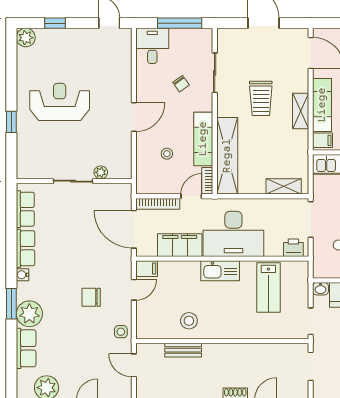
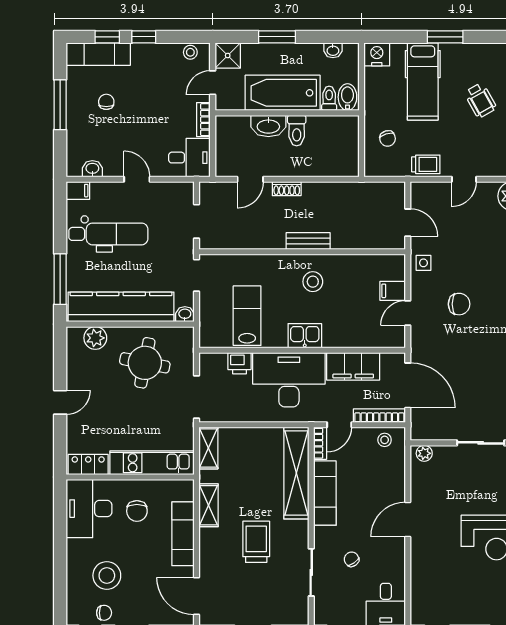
shelving: (301, 111) -> (209, 505), moved
filing cabinet: (323, 140) -> (182, 492), removed
stool: (167, 154) -> (385, 440), moved
plant: (101, 172) -> (424, 453), moved
shelving: (284, 186) -> (208, 448), moved, turned 90
printer: (293, 248) -> (240, 363), moved
filing cabinet: (147, 269) -> (393, 291), moved
kitchen sink: (220, 271) -> (305, 336), width x0.73
stool: (189, 321) -> (313, 282), moved
bench: (183, 350) -> (308, 241), moved

